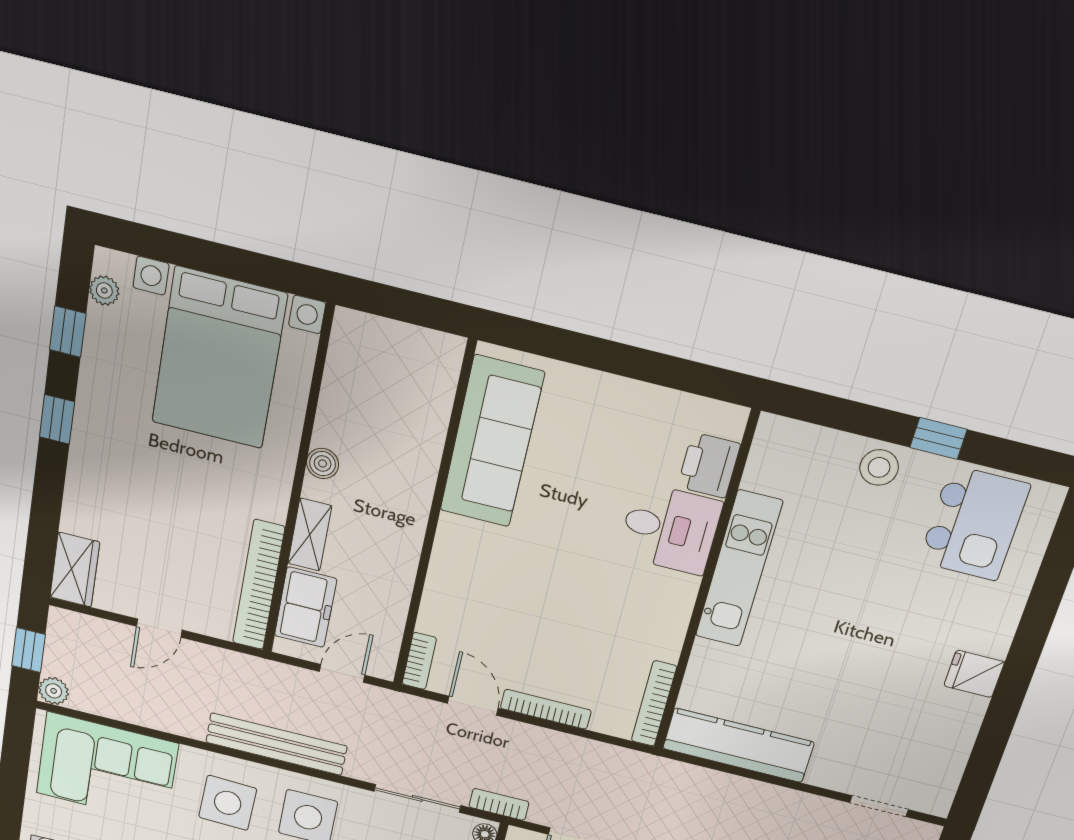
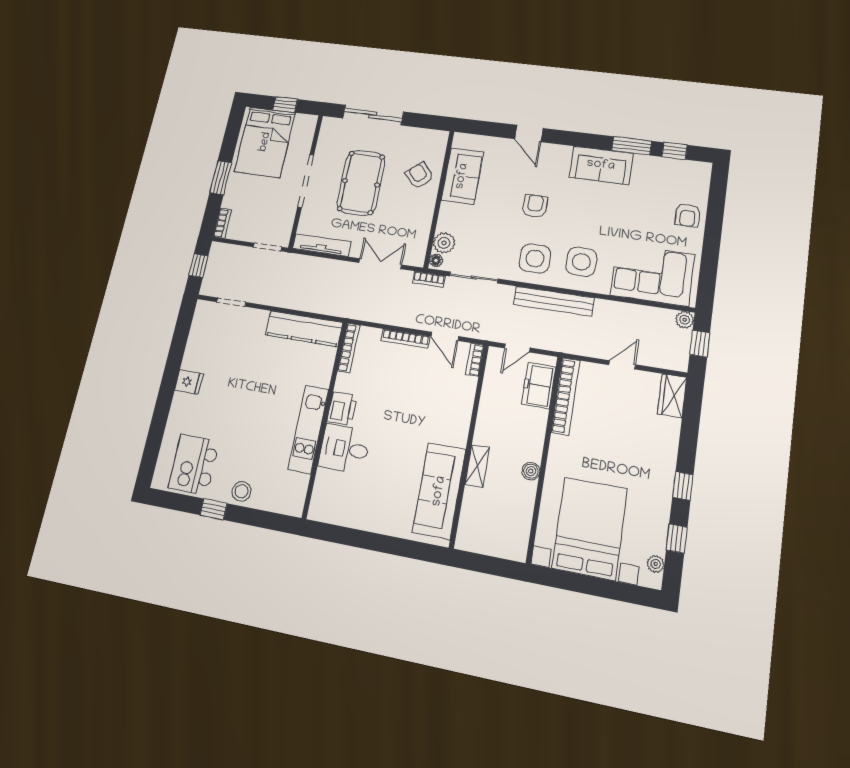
printer: (709, 465) -> (342, 409), moved
shelving: (310, 535) -> (477, 466), moved

